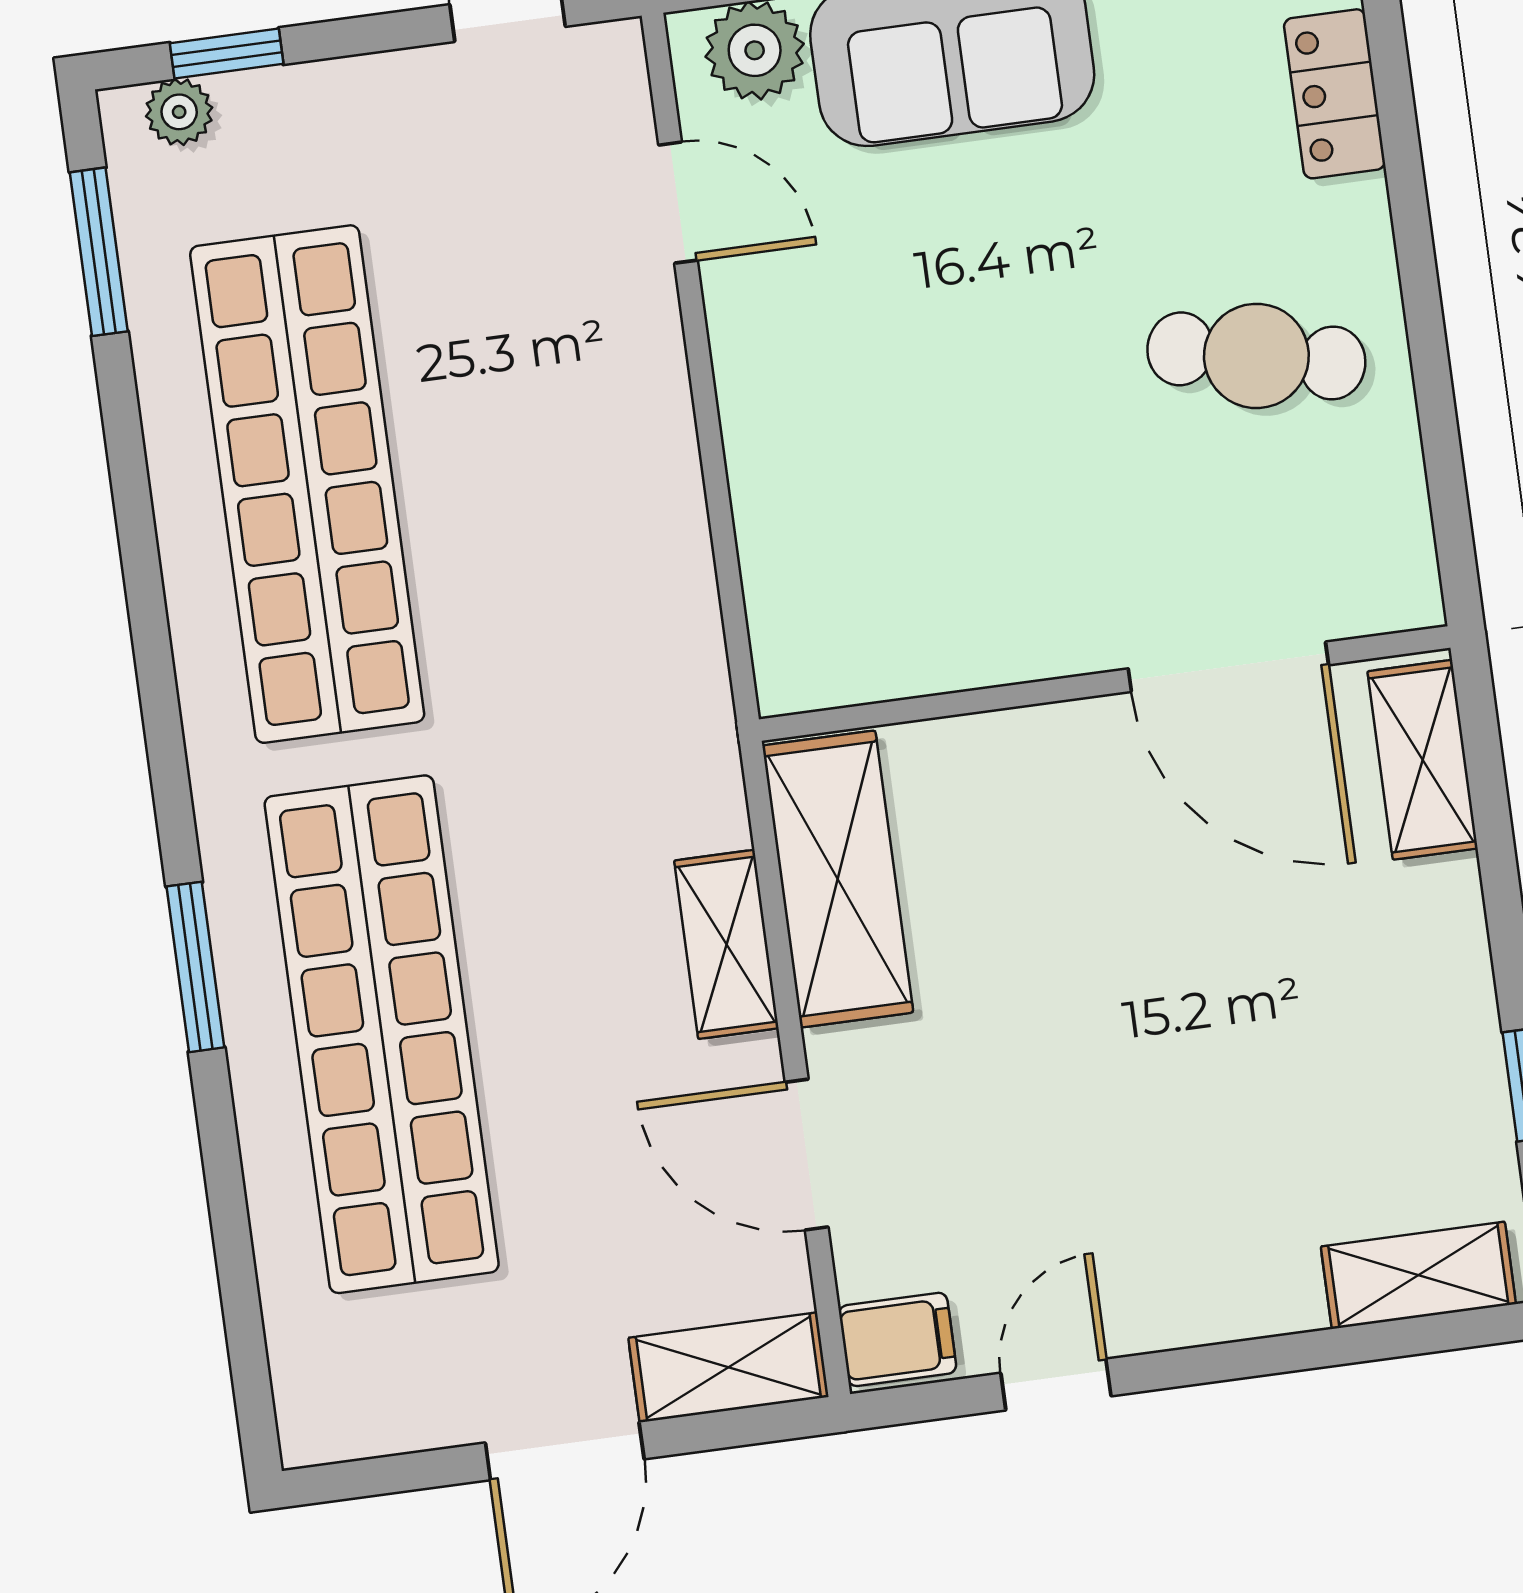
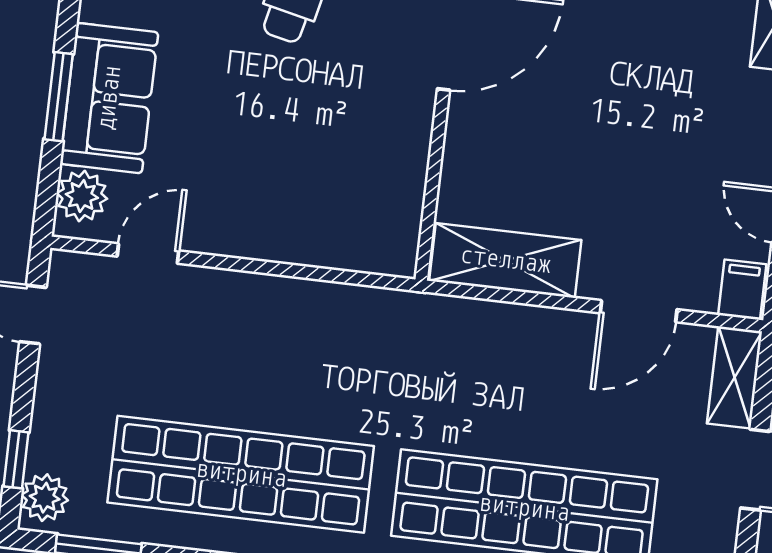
plant: (179, 112) -> (45, 498), width x1.38, depth x1.38
shelving: (726, 944) -> (524, 324), removed

